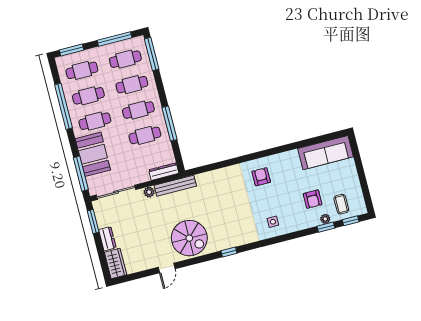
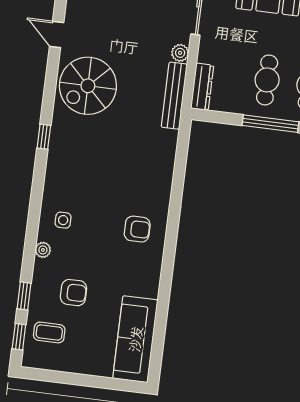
armchair: (313, 199) -> (73, 293), turned 180
plant: (325, 219) -> (43, 250), moved

